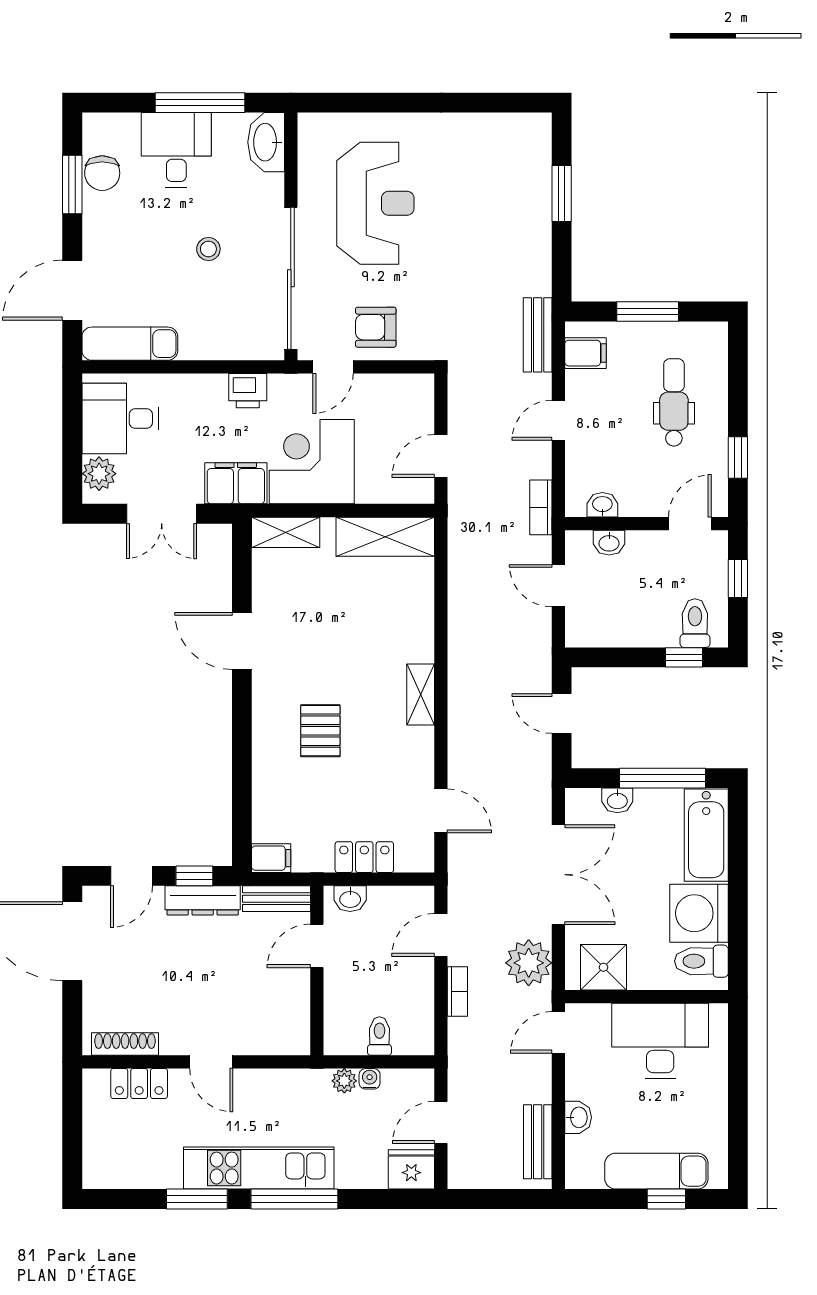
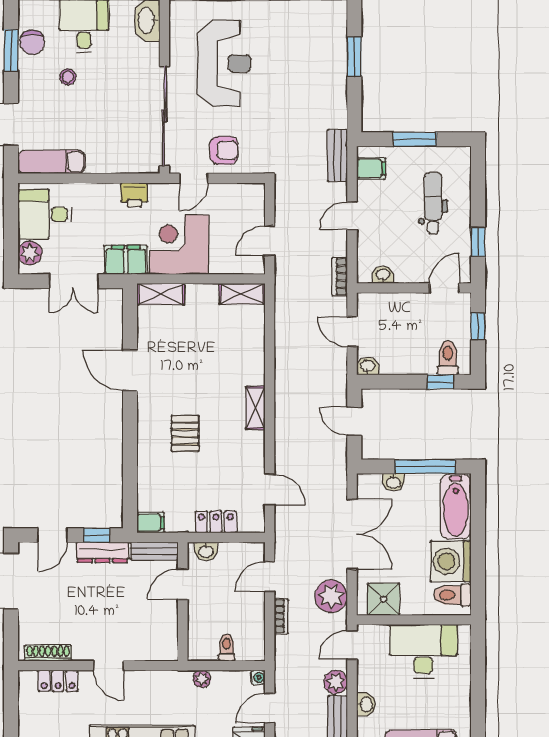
stool: (208, 249) -> (68, 77), moved
armchair: (376, 327) -> (224, 150), turned 180
shelving: (385, 537) -> (242, 294), width x0.67, depth x0.75
washbasin: (609, 543) -> (367, 366), moved, turned 180
water cooler: (370, 1079) -> (258, 677), moved, turned 90
plant: (535, 1085) -> (336, 682), added

